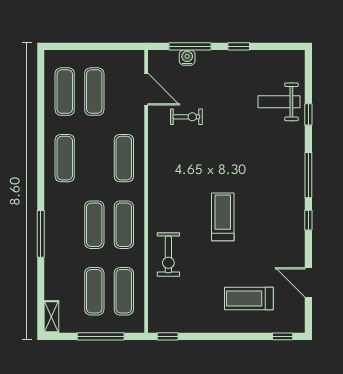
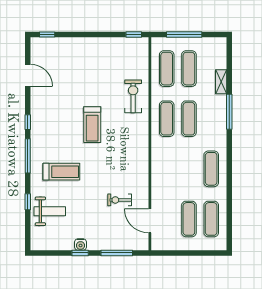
water cooler: (187, 58) -> (81, 245), moved
exercise mat: (124, 158) -> (167, 169), removed
treadmill: (249, 299) -> (61, 172), moved
shelving: (51, 317) -> (221, 82), moved

